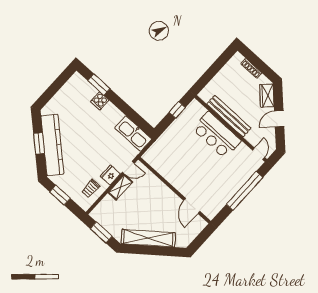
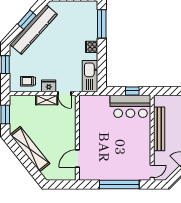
window: (99, 85) -> (102, 24), width x1.44
cooker: (100, 101) -> (92, 47), moved
bar counter: (217, 135) -> (130, 106), moved, turned -90

